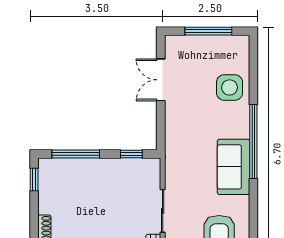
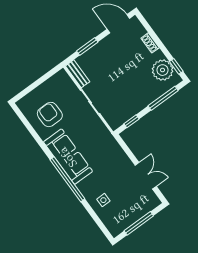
side table: (230, 87) -> (103, 200), width x0.54, depth x0.54
sofa: (234, 167) -> (68, 157), width x1.36
plant: (53, 187) -> (163, 70), added

